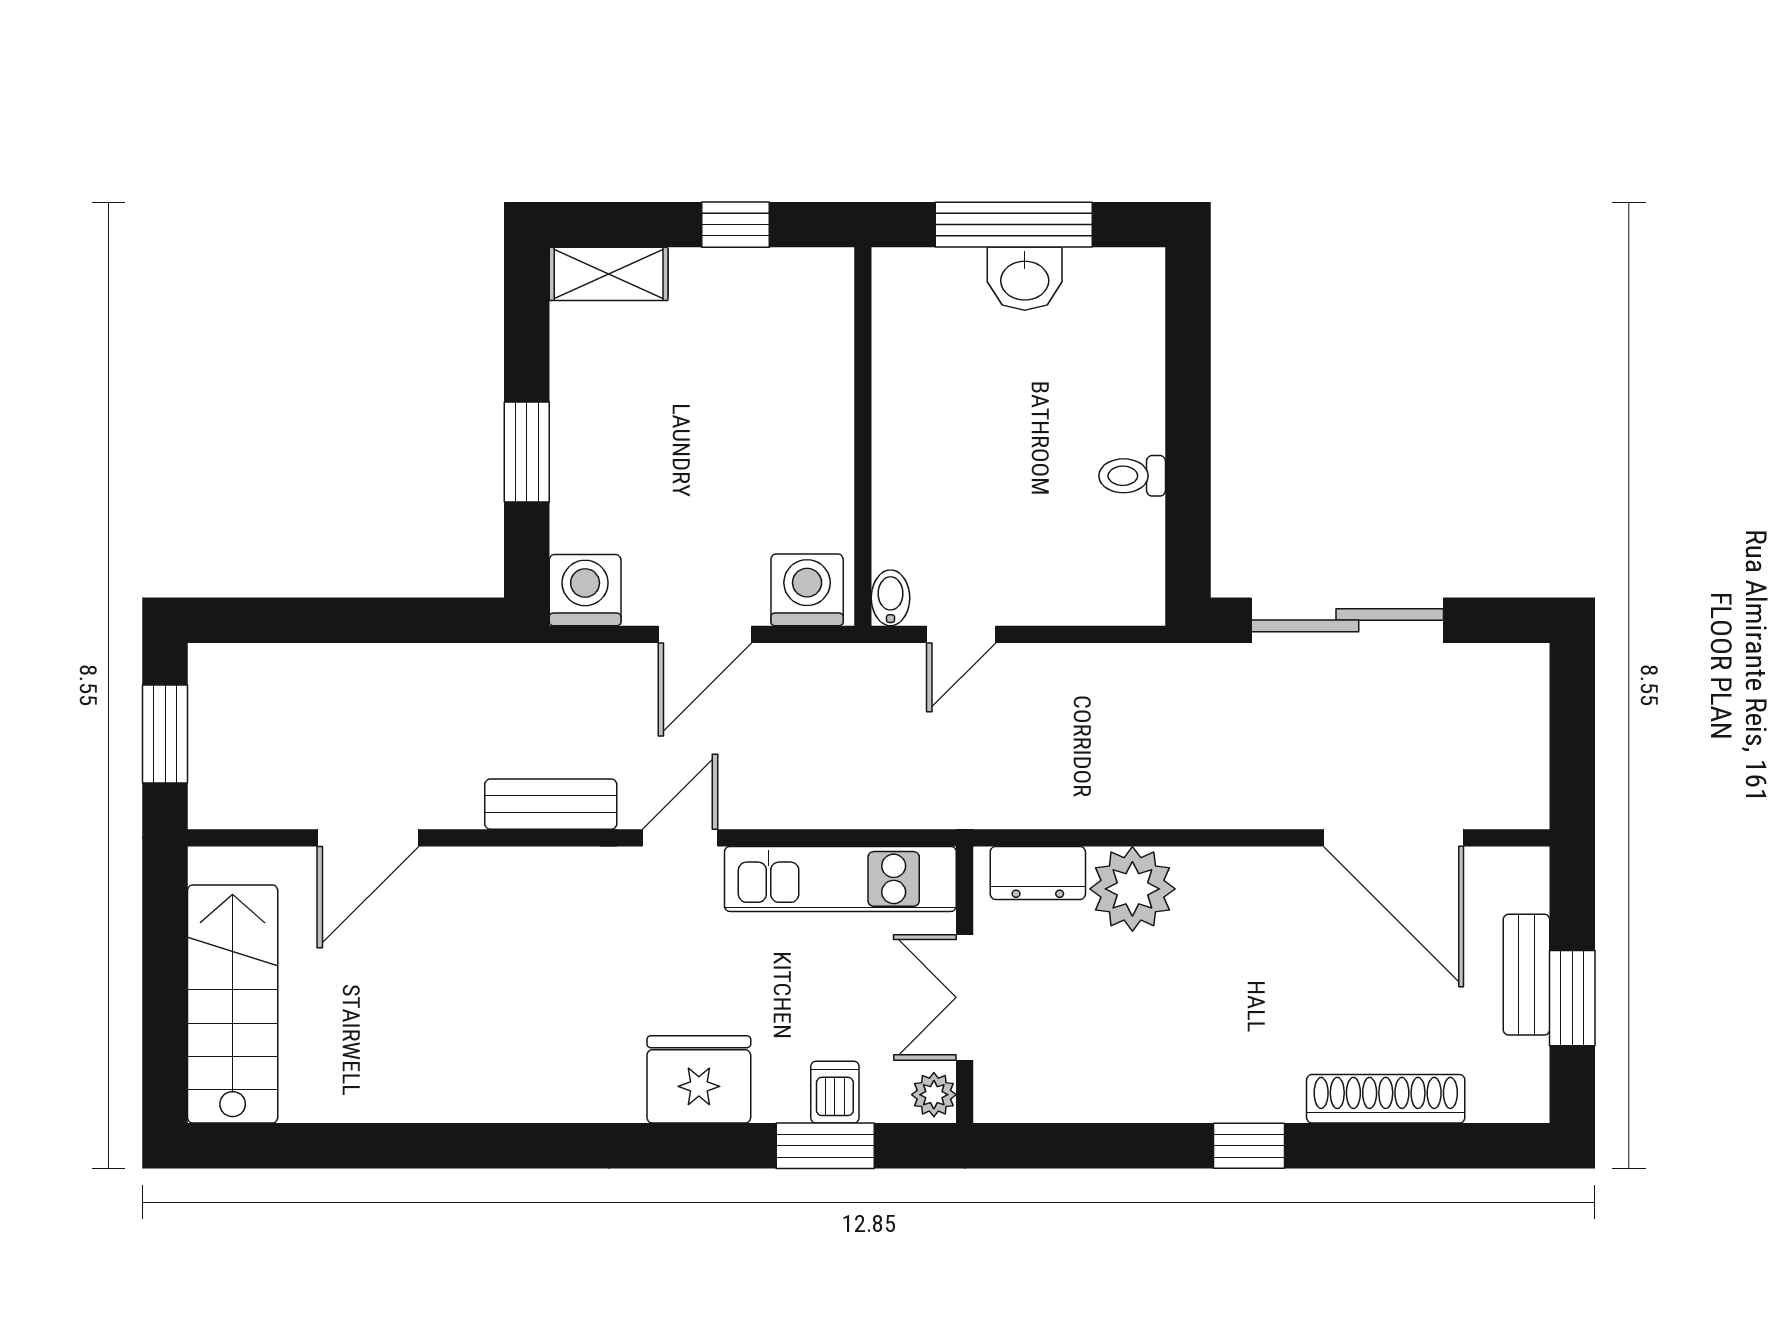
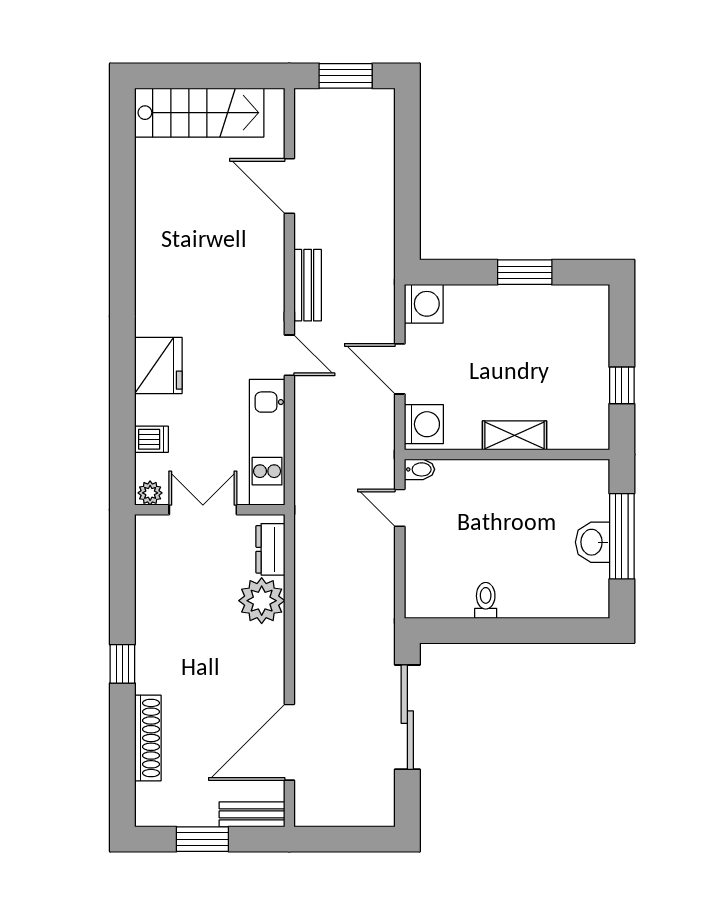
shelving: (609, 274) -> (515, 435), moved, turned 90
window: (527, 452) -> (525, 272), moved
bench: (1526, 975) -> (252, 814), moved
window: (825, 1146) -> (122, 434), removed

